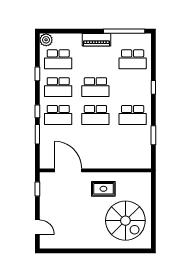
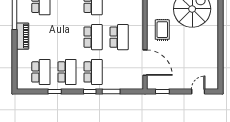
plant: (46, 40) -> (23, 83), removed
school desk: (95, 87) -> (119, 37), moved
door: (68, 170) -> (145, 63), swing flipped

